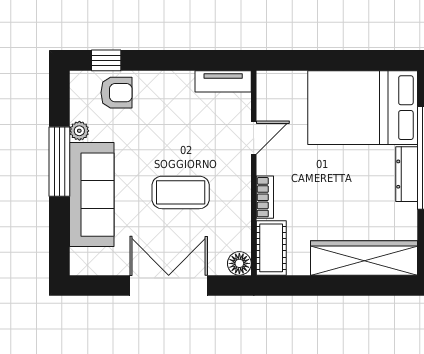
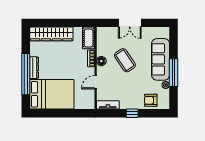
window: (106, 60) -> (132, 113), moved
coffee table: (181, 192) -> (125, 60), turned 56
floor lamp: (239, 263) -> (101, 61), moved
double door: (169, 285) -> (130, 23), width x0.73

